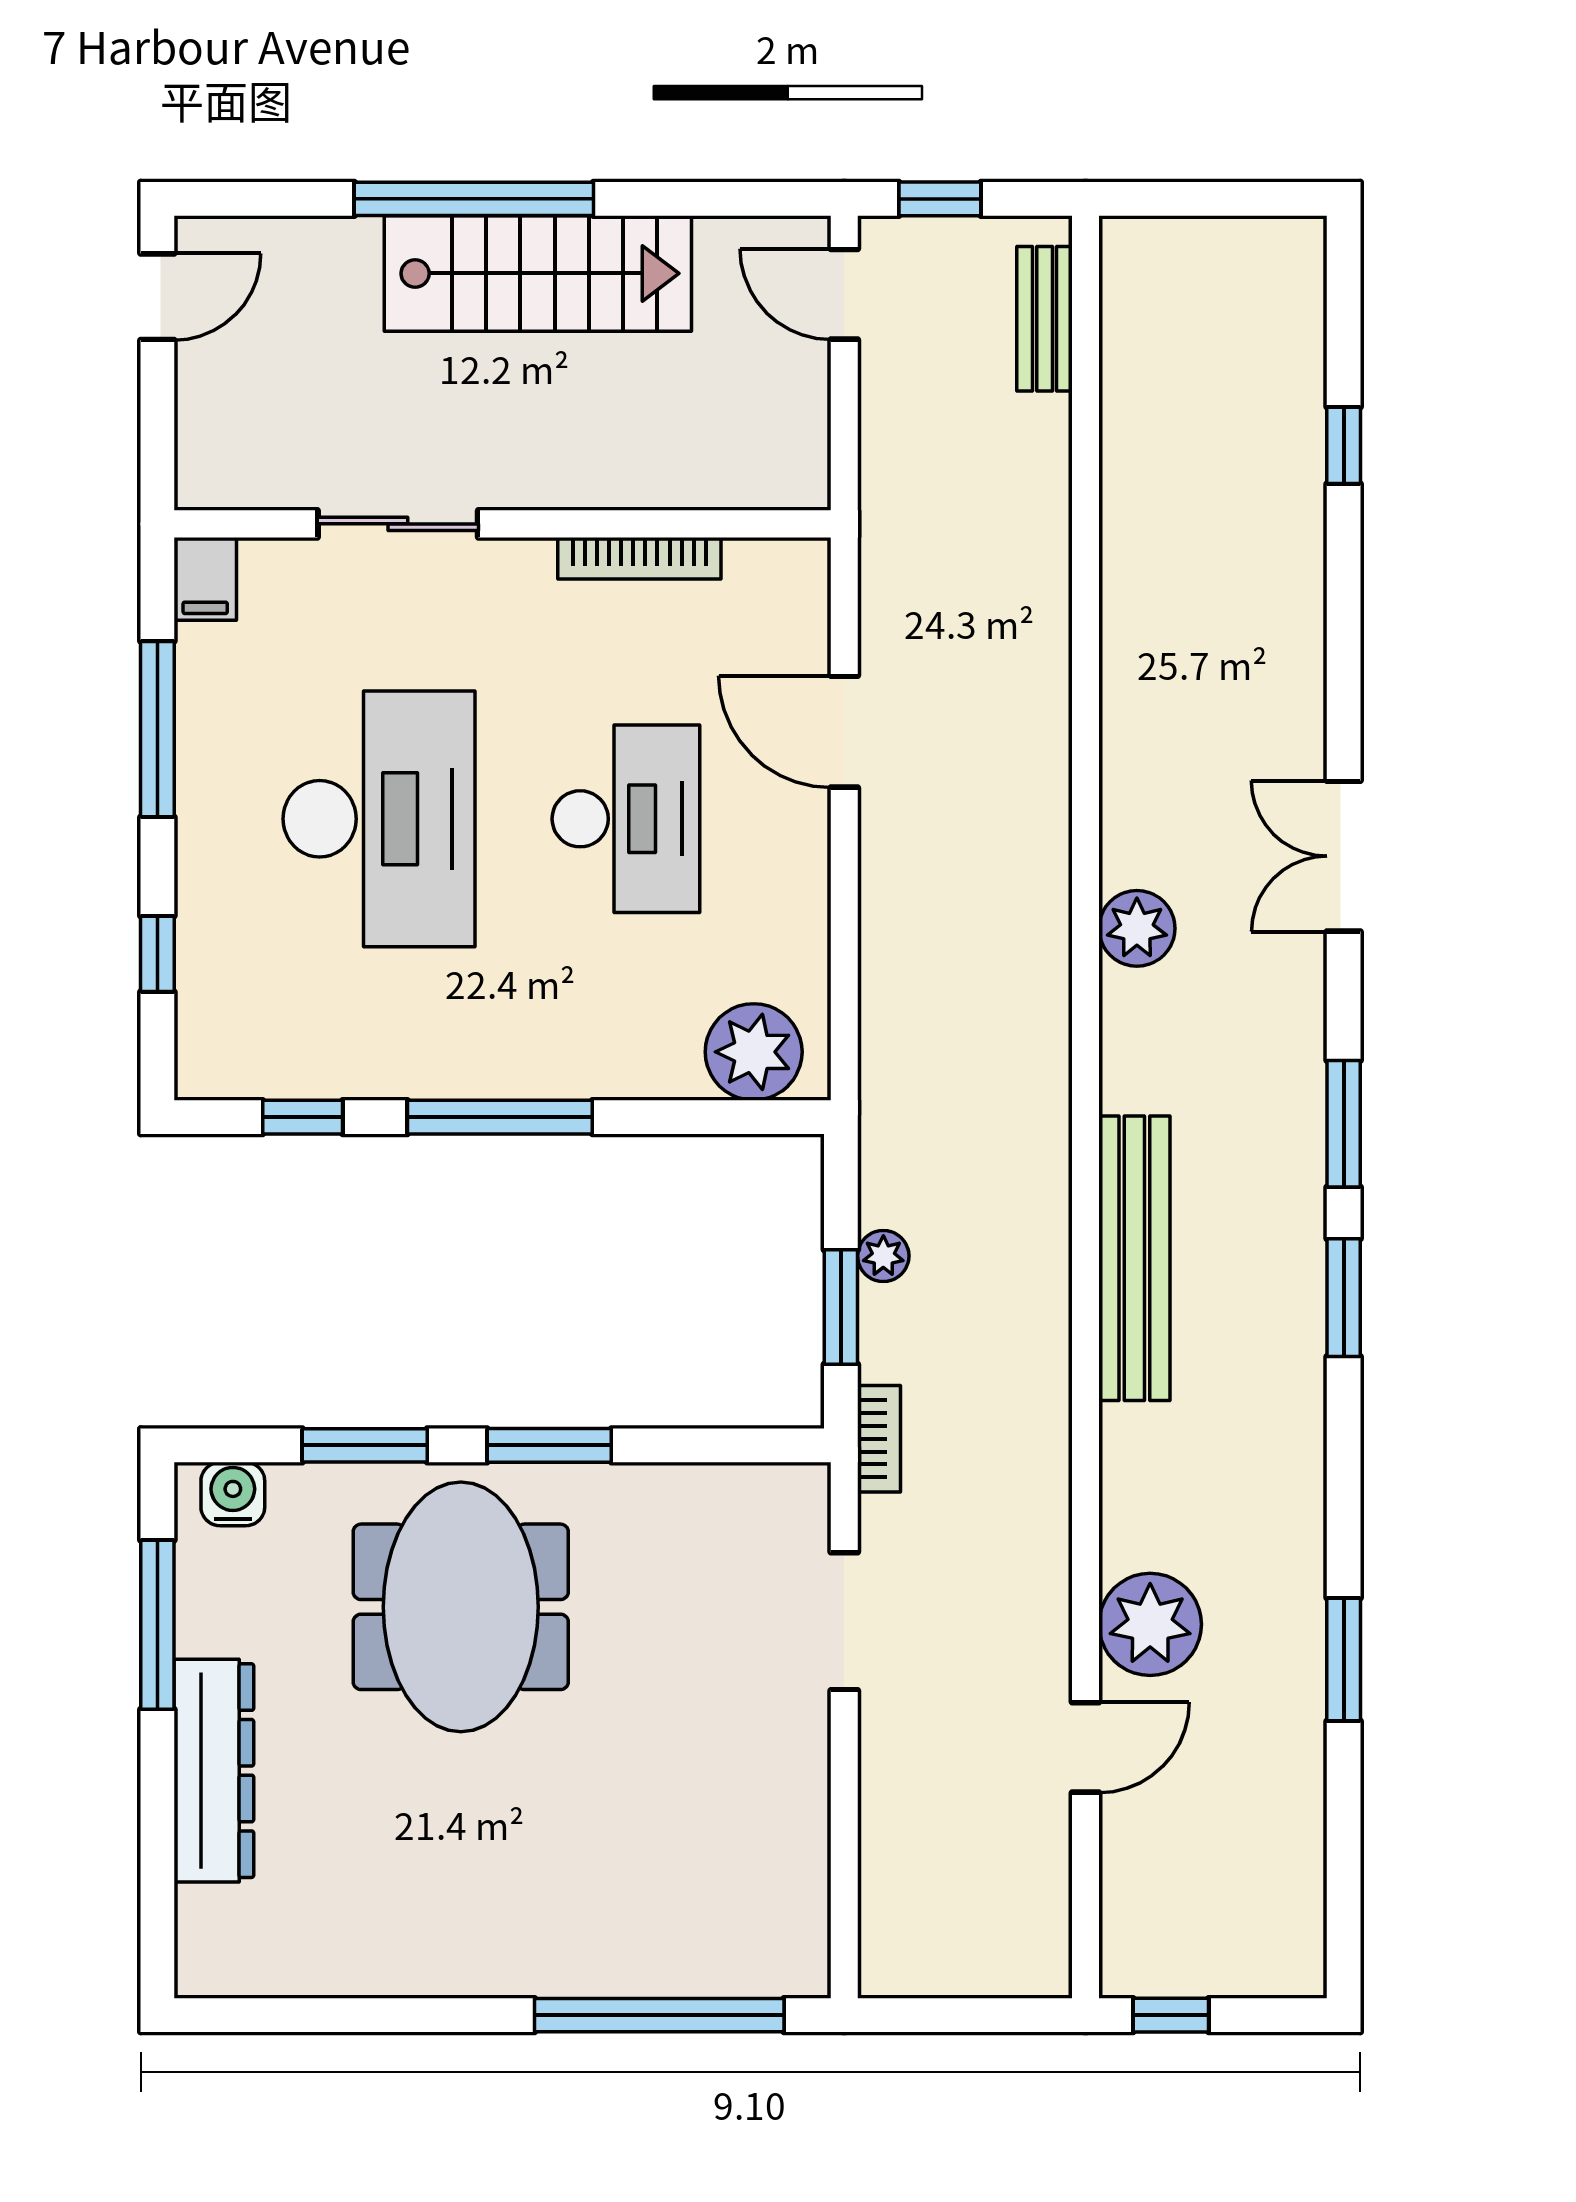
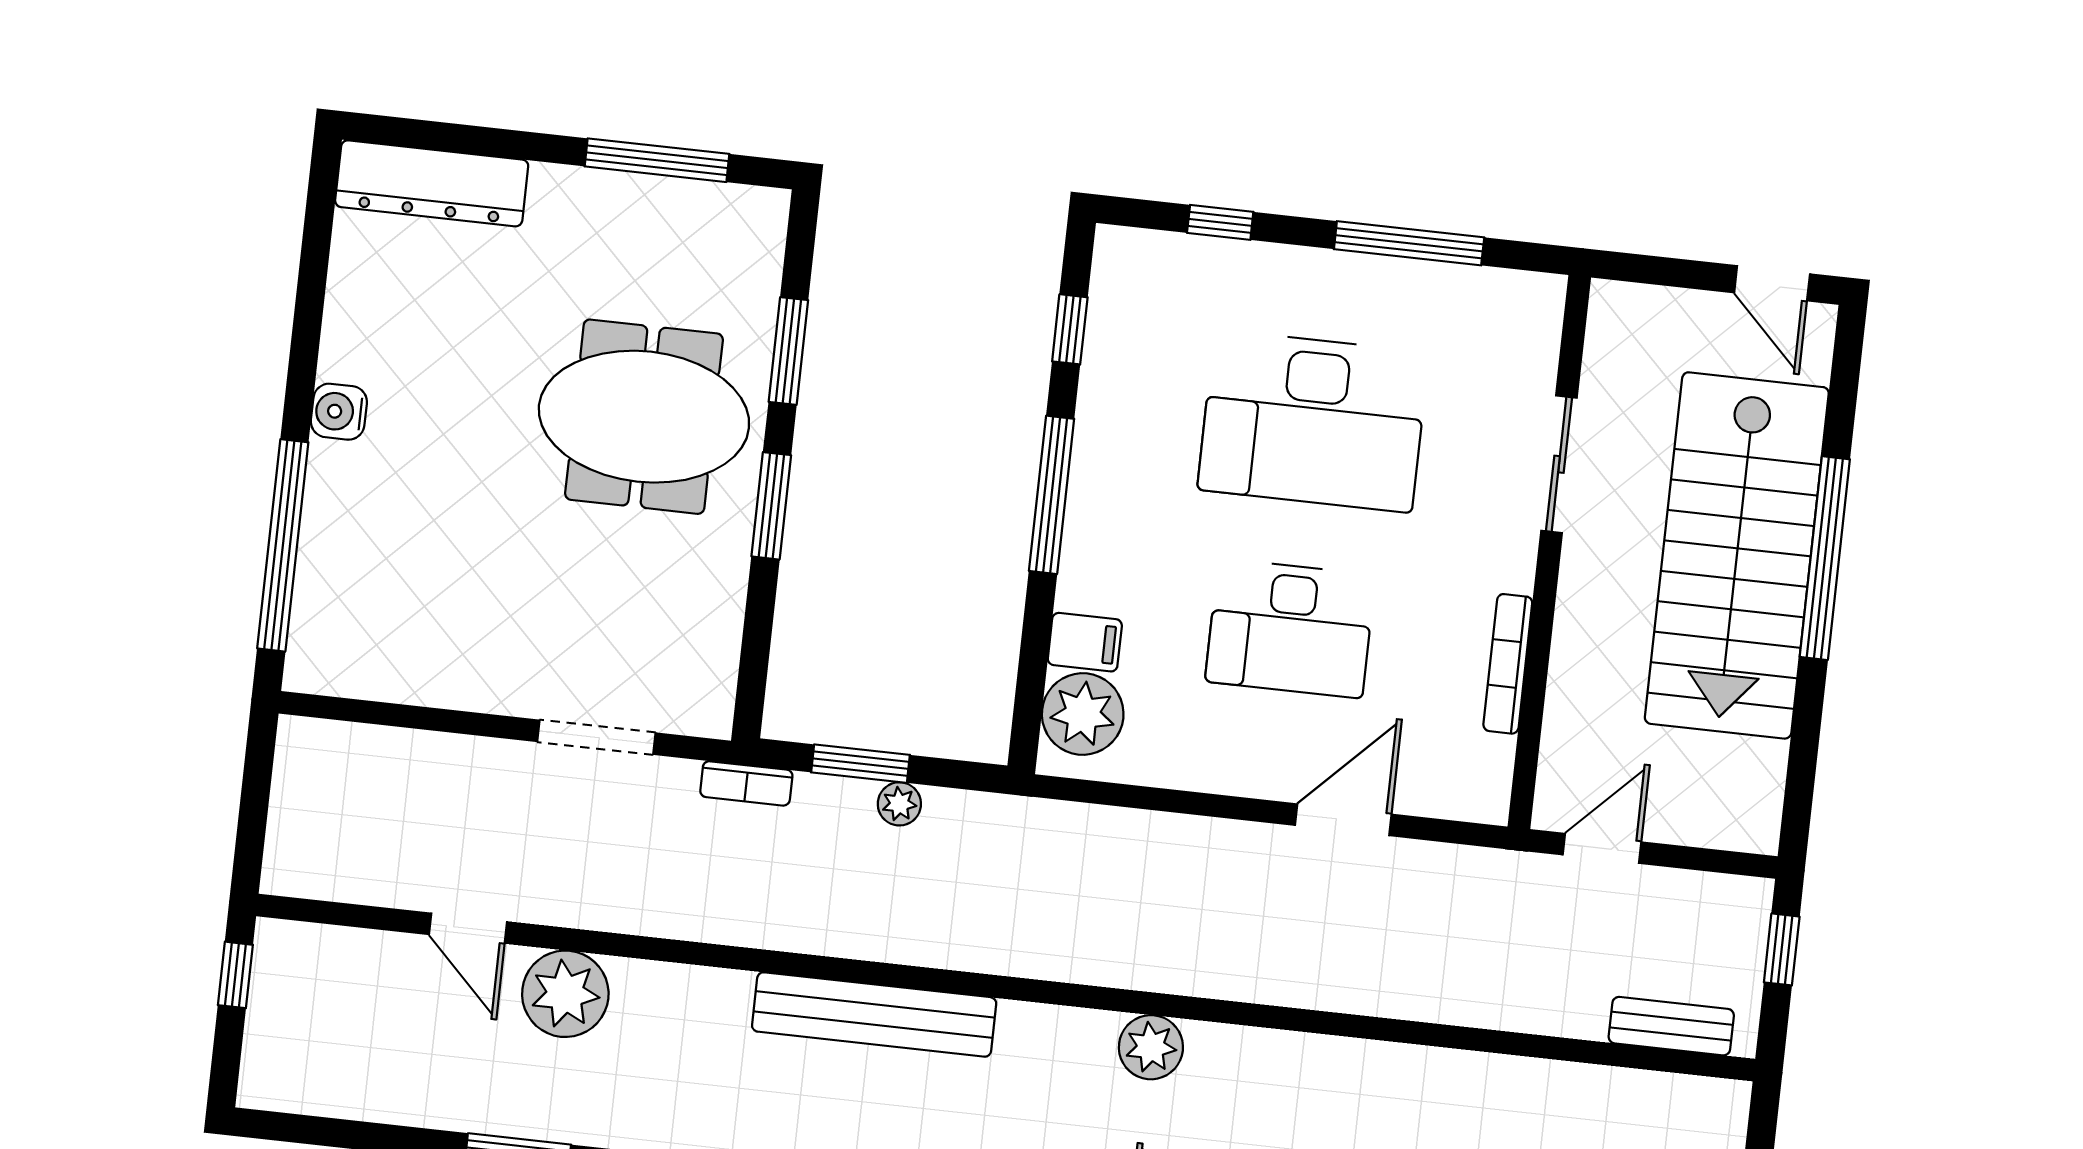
stairs: (538, 273) -> (1737, 555), width x1.36, depth x1.51
door: (844, 294) -> (1602, 848), moved
filing cabinet: (205, 579) -> (1085, 642), moved, turned 180
water cooler: (233, 1494) -> (339, 412), moved, turned 180
dresser: (214, 1771) -> (432, 183), moved

